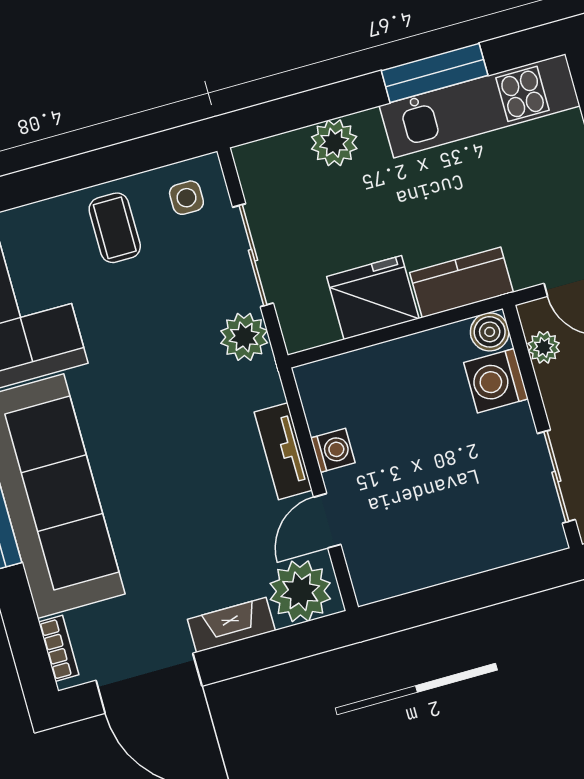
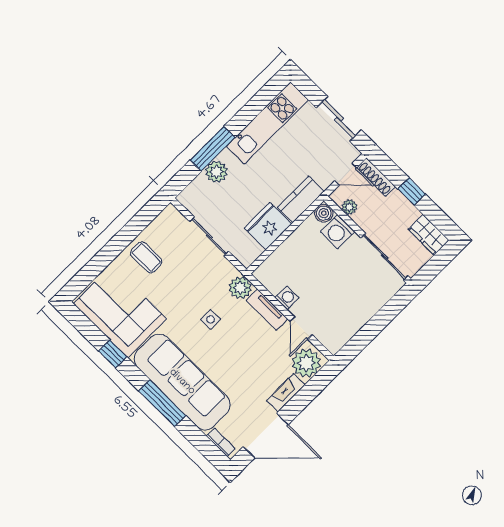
window: (435, 73) -> (213, 149), moved
side table: (186, 198) -> (211, 319), moved
plant: (244, 337) -> (240, 288), moved
sliding door: (556, 477) -> (385, 257), width x1.37

